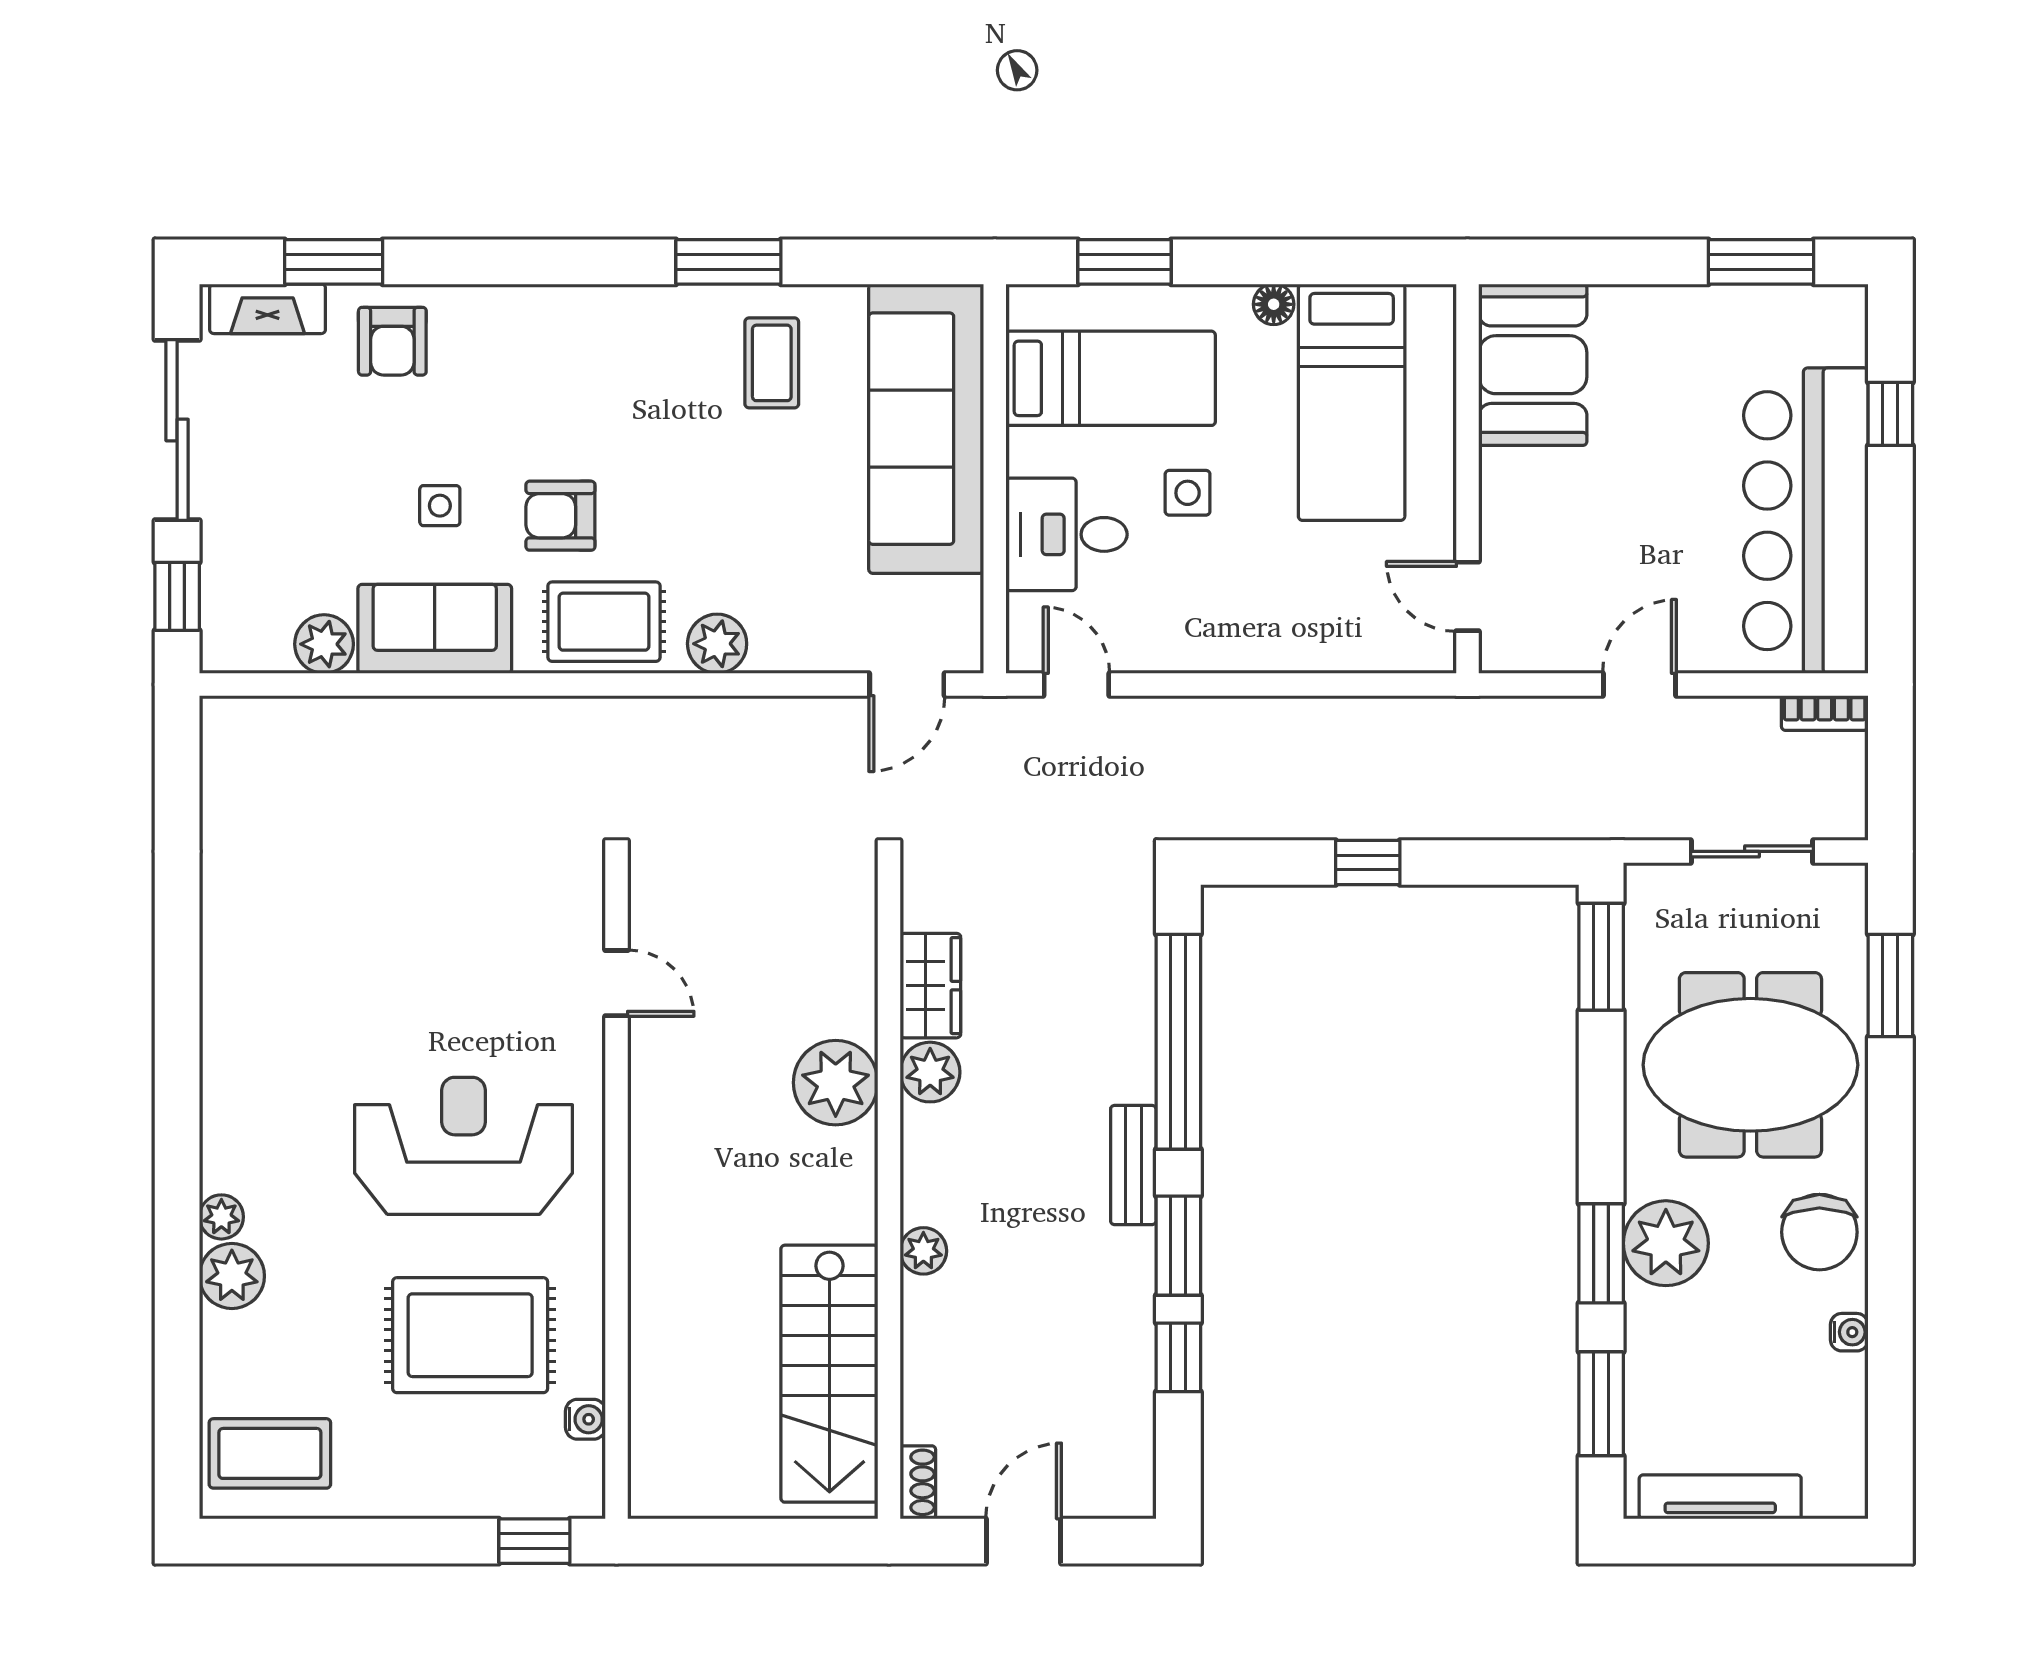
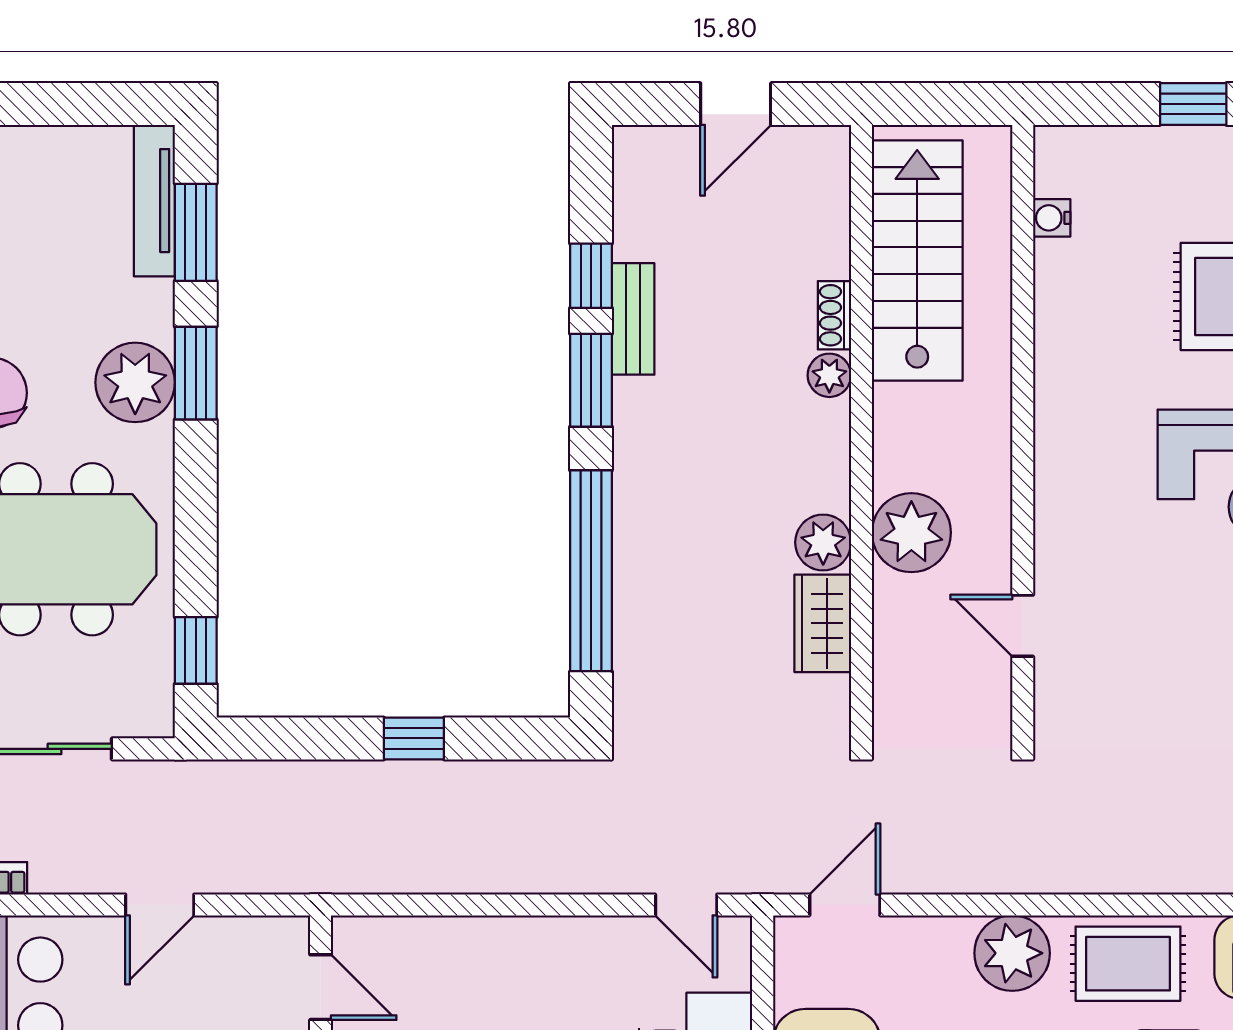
plant: (717, 644) -> (1012, 953), width x1.36, depth x1.36
window: (1601, 957) -> (196, 650), width x0.67
door: (616, 983) -> (1023, 626), moved
bench: (1133, 1165) -> (633, 319), moved
wall: (616, 1191) -> (1023, 432), moved
water cooler: (585, 1419) -> (1052, 218), moved
shoe rack: (918, 1482) -> (834, 315), moved
tv unit: (1720, 1497) -> (154, 201), moved, turned 90

